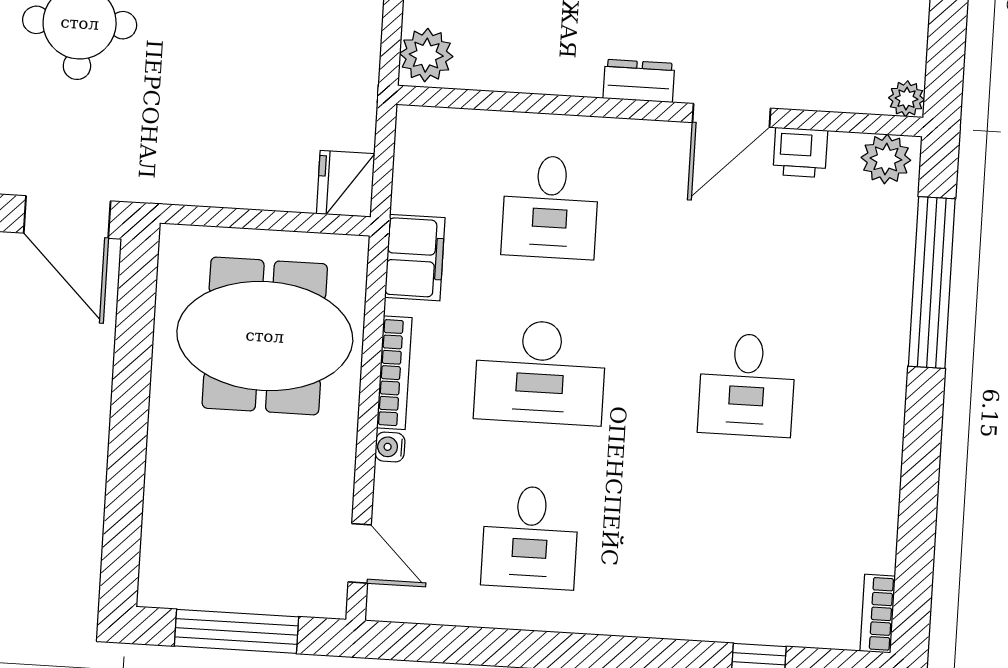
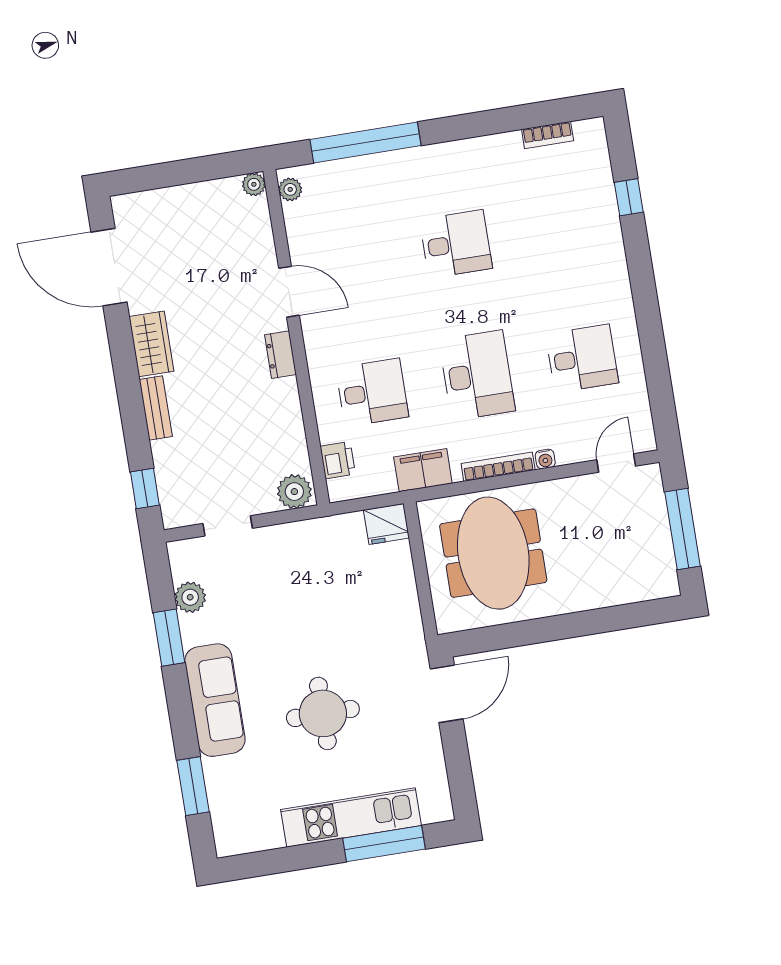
printer: (800, 152) -> (338, 460), moved
plant: (886, 159) -> (290, 189), width x0.73, depth x0.73
bookcase: (878, 614) -> (548, 135), moved

